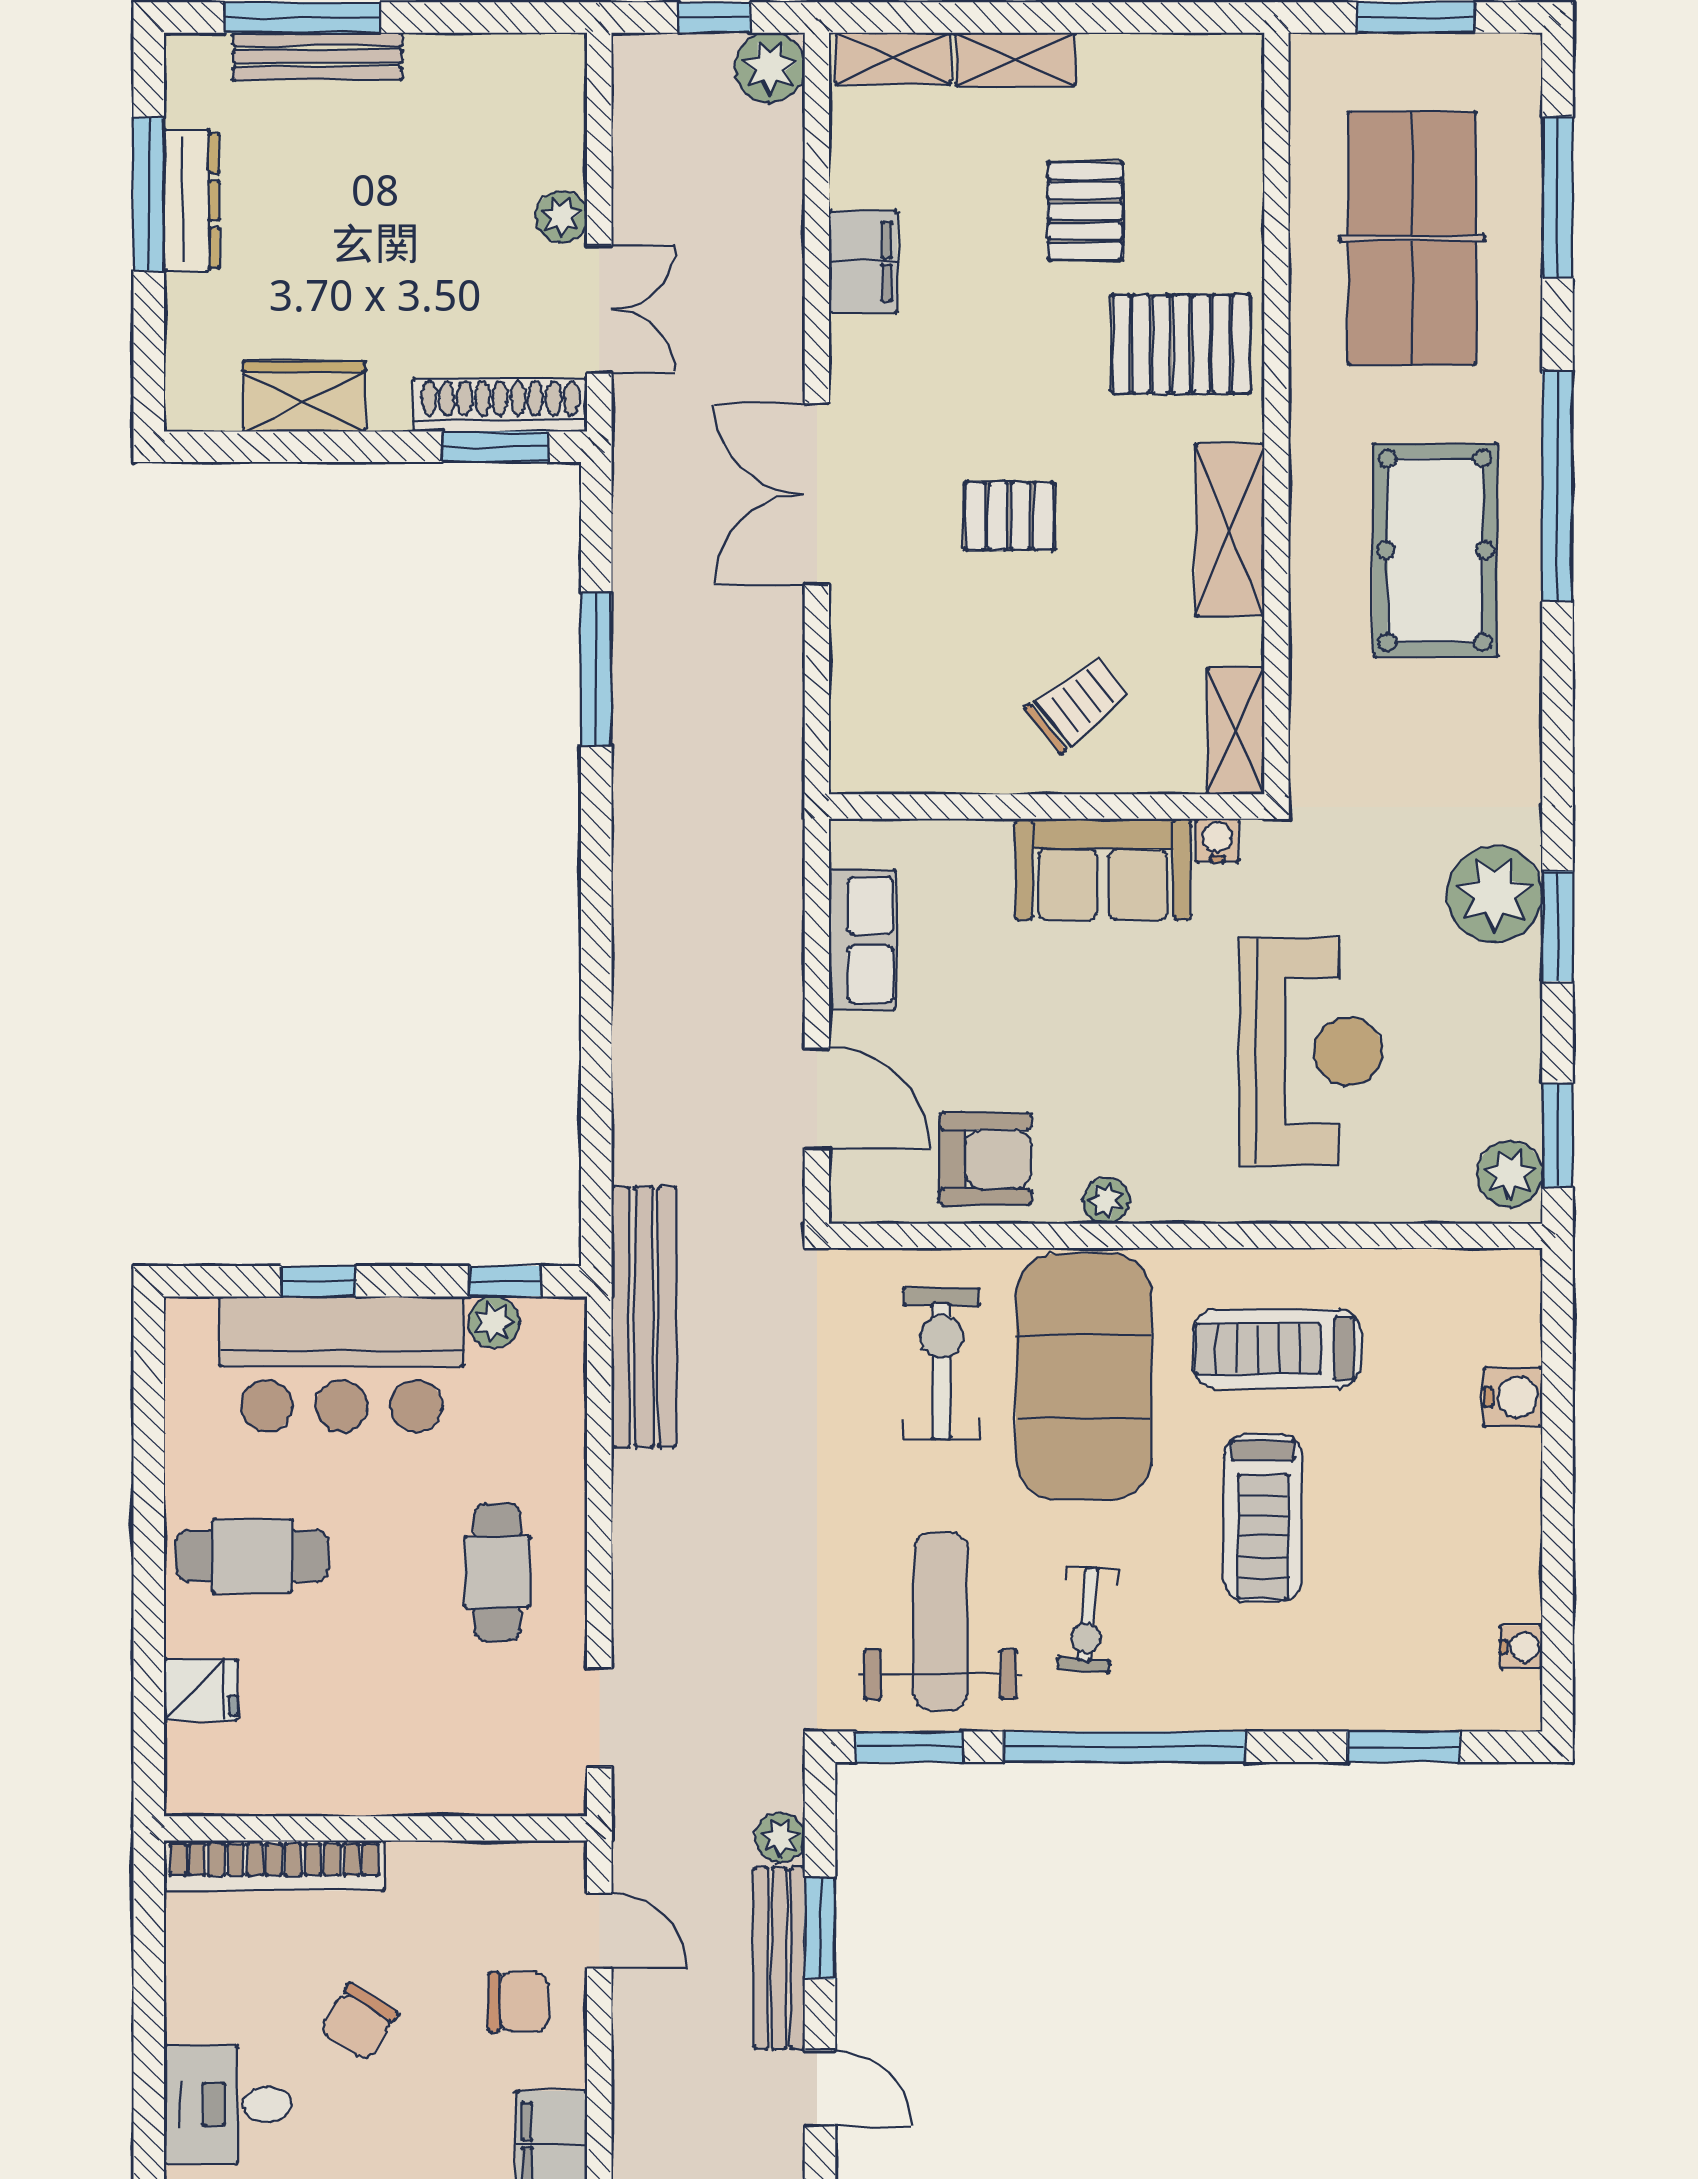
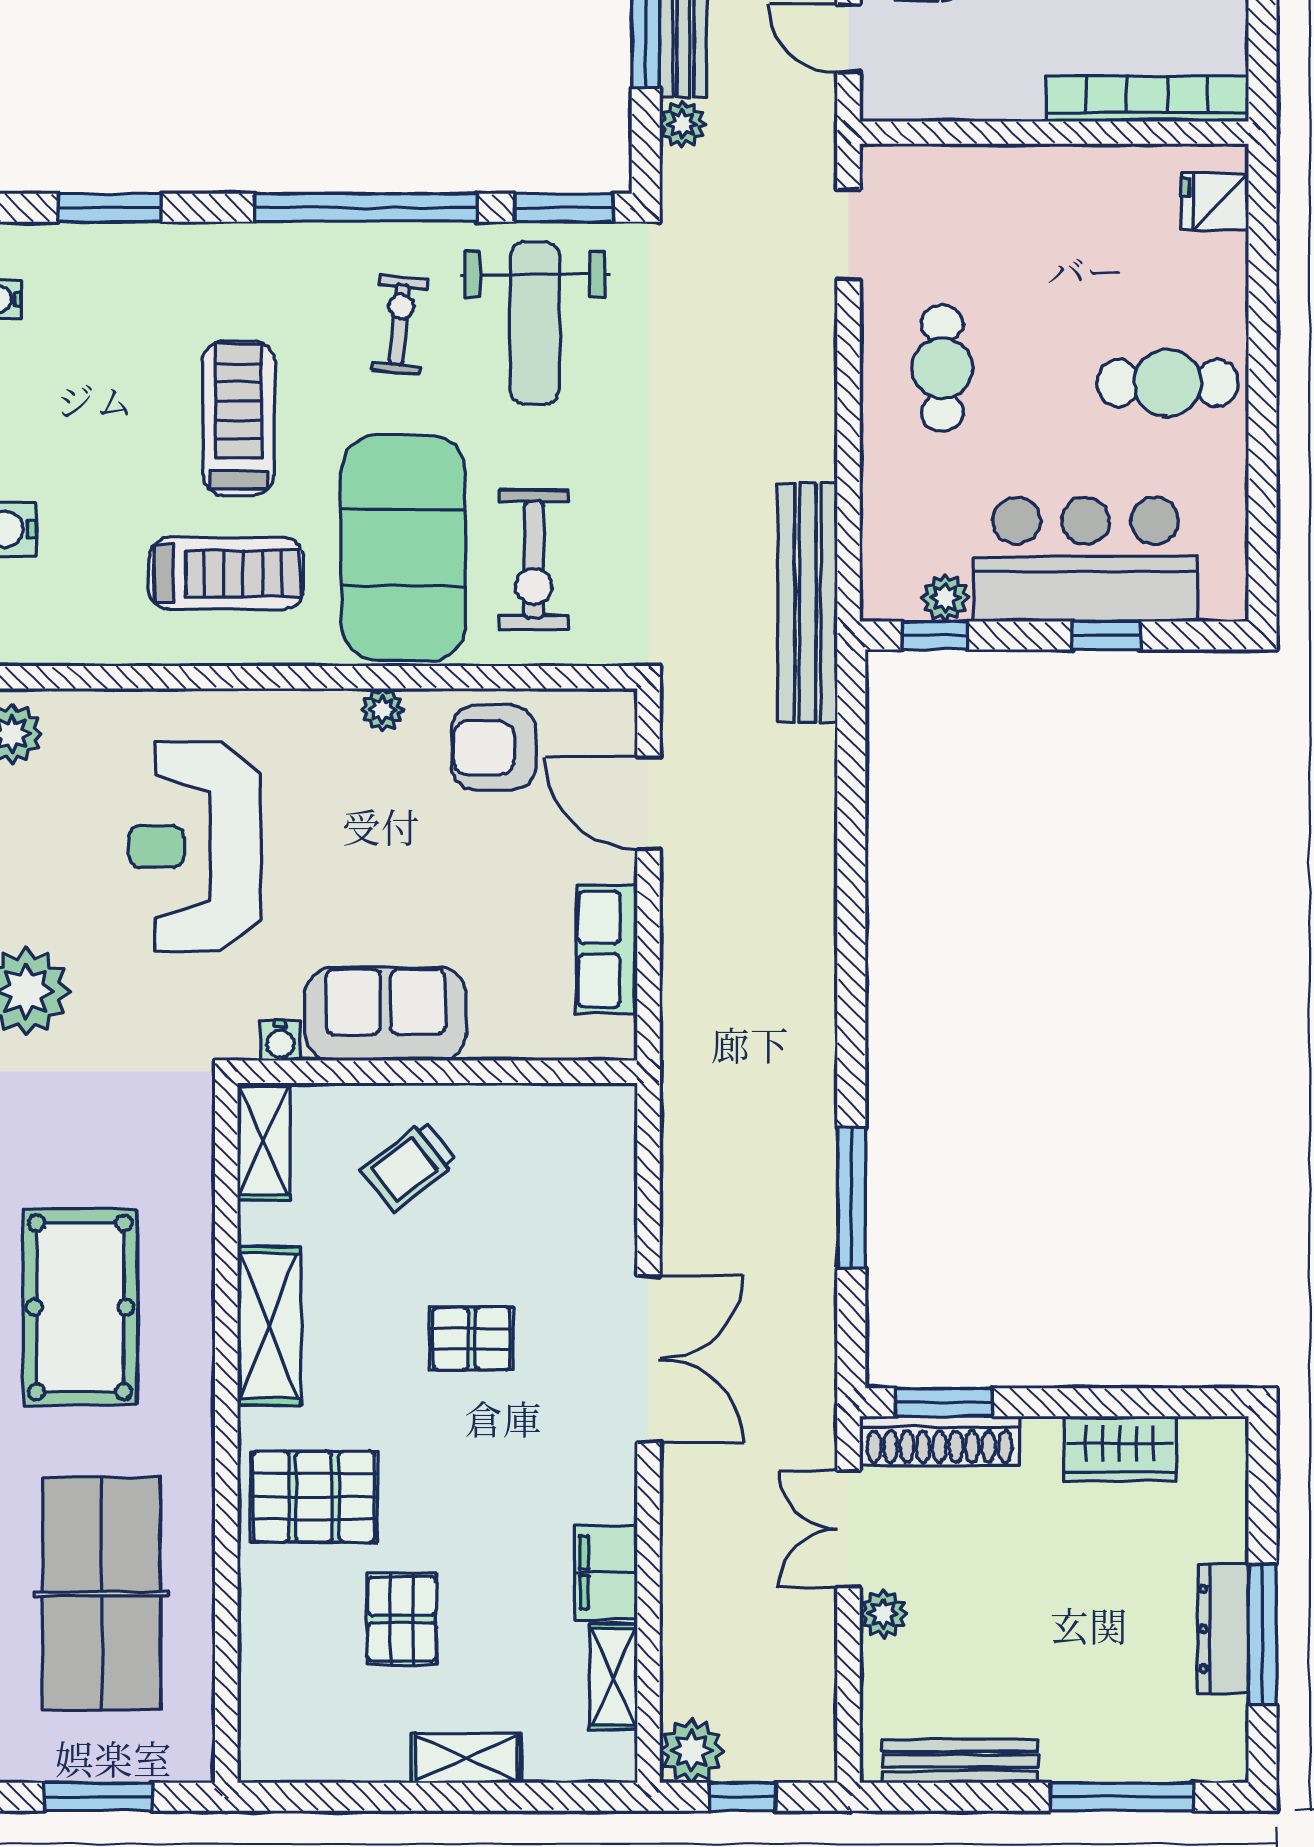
bench: (317, 56) -> (960, 1761), moved
shelving: (893, 59) -> (614, 1677), moved, turned 90
fridge: (201, 1690) -> (1215, 202), moved

